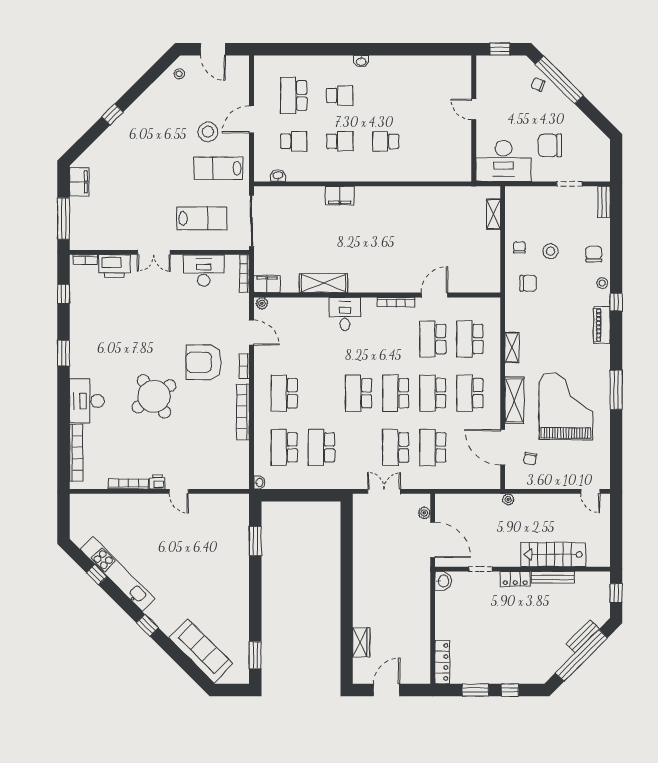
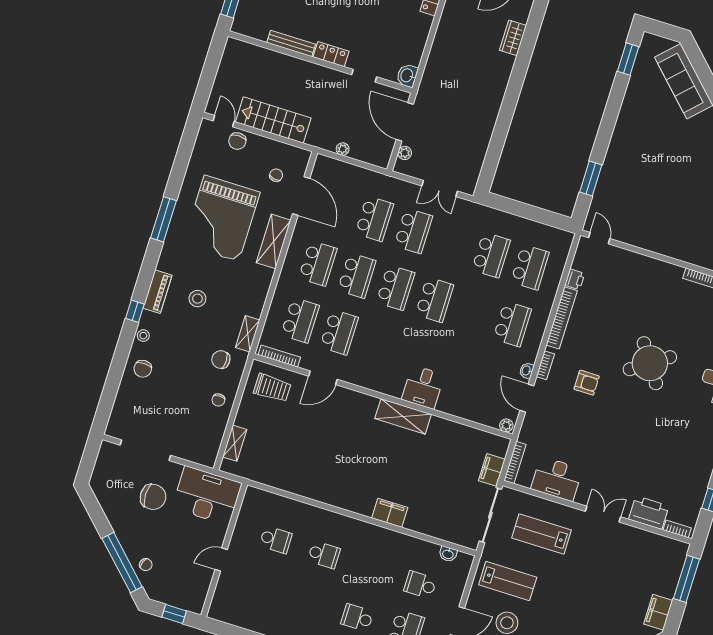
door: (474, 109) -> (221, 560), swing flipped
school desk: (340, 141) -> (276, 540), moved, turned 180
doorway: (569, 184) -> (145, 450), width x1.87
bench: (604, 202) -> (115, 420), removed
stool: (551, 251) -> (197, 299), moved
trolley: (476, 273) -> (272, 388), added
shelving: (323, 283) -> (403, 416), moved
filing cabinet: (267, 284) -> (492, 470), moved, turned 90
bookcase: (396, 302) -> (279, 356), moved
shelving: (512, 347) -> (248, 334), moved
armchair: (204, 362) -> (587, 383), width x0.53, depth x0.53
chair: (573, 478) -> (237, 141), added
printer: (157, 482) -> (575, 279), moved, turned -90
washbasin: (259, 482) -> (527, 371), moved
door: (179, 491) -> (599, 238), moved
plant: (508, 499) -> (343, 149), moved
stairs: (553, 555) -> (273, 120), moved, turned 180

